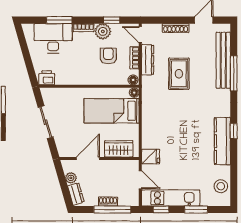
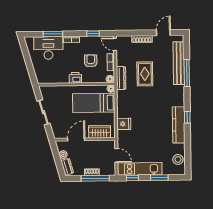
plant: (103, 31) -> (86, 42), removed
dresser: (148, 60) -> (121, 78), moved
printer: (47, 78) -> (75, 78), moved
fridge: (151, 157) -> (124, 124), moved

